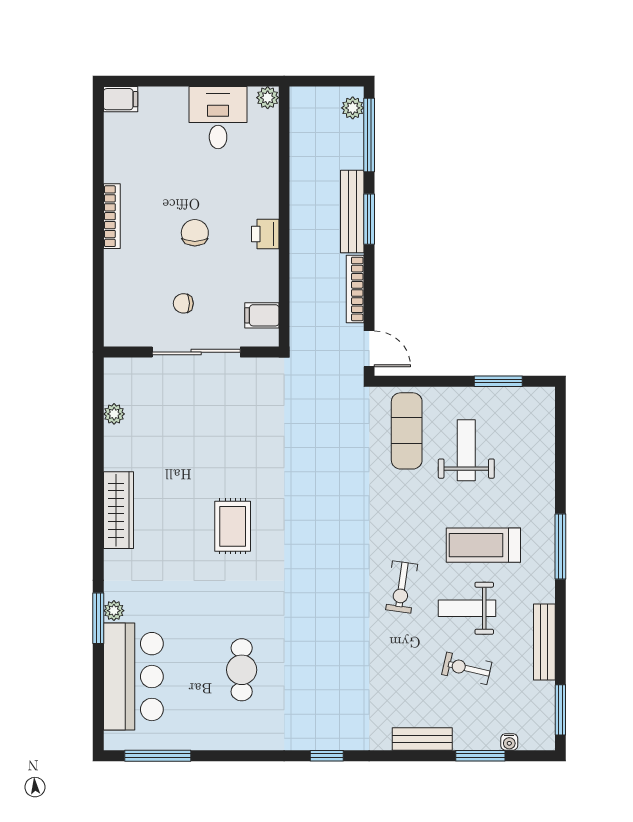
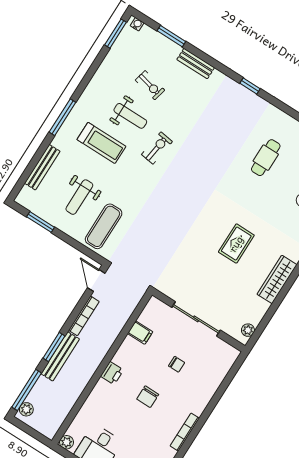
wall: (191, 352) -> (199, 320), moved
sliding door: (196, 352) -> (196, 319), moved
rug: (233, 526) -> (236, 244), moved
bench: (544, 642) -> (42, 167), moved
water cooler: (509, 742) -> (137, 24), moved

